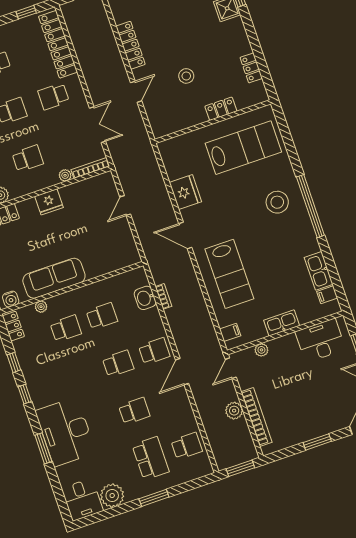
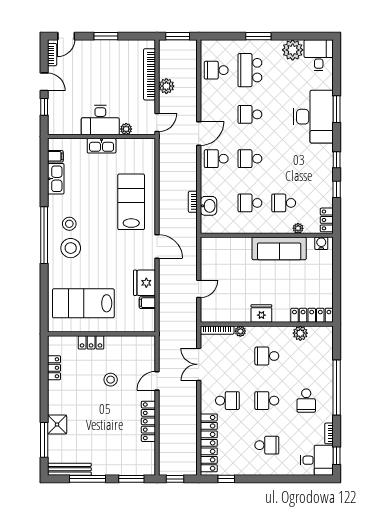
stool: (288, 228) -> (69, 224), added
filing cabinet: (230, 332) -> (147, 303), moved
desk: (320, 340) -> (100, 120), moved

